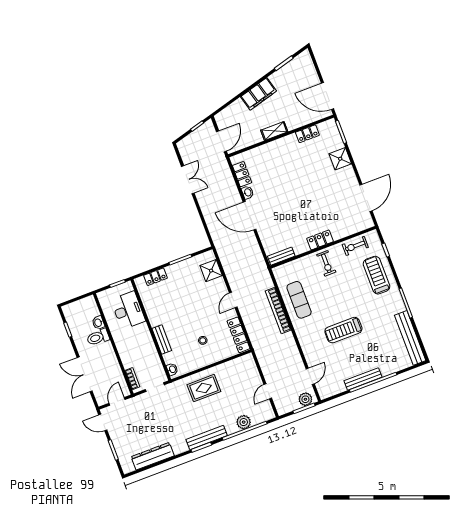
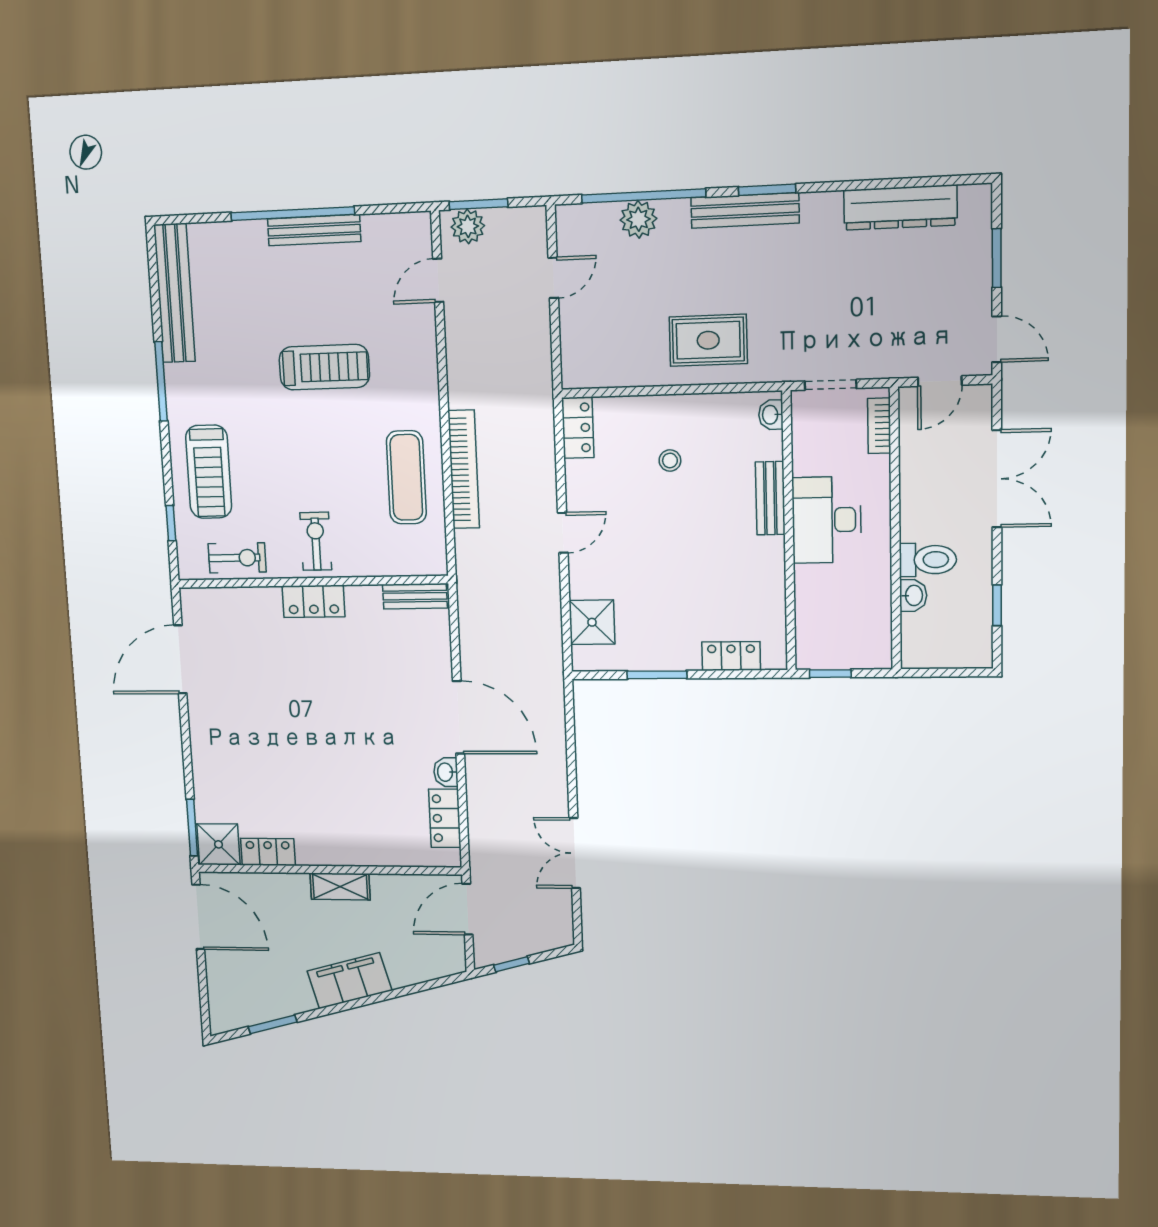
shower: (340, 159) -> (218, 844), moved
desk: (128, 310) -> (827, 520), moved
locker: (238, 335) -> (578, 428), width x0.66

